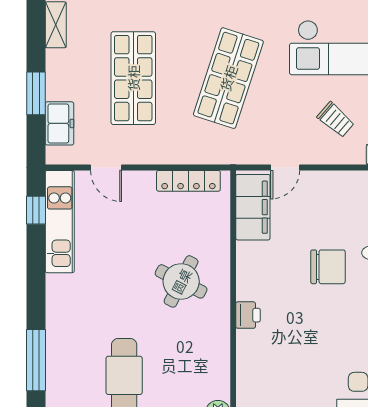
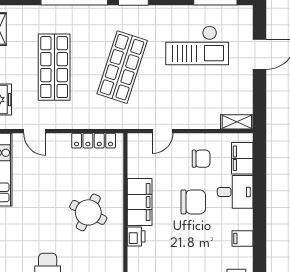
trolley: (336, 120) -> (199, 97), removed
chair: (339, 206) -> (201, 159), added
filing cabinet: (253, 207) -> (140, 202), moved

